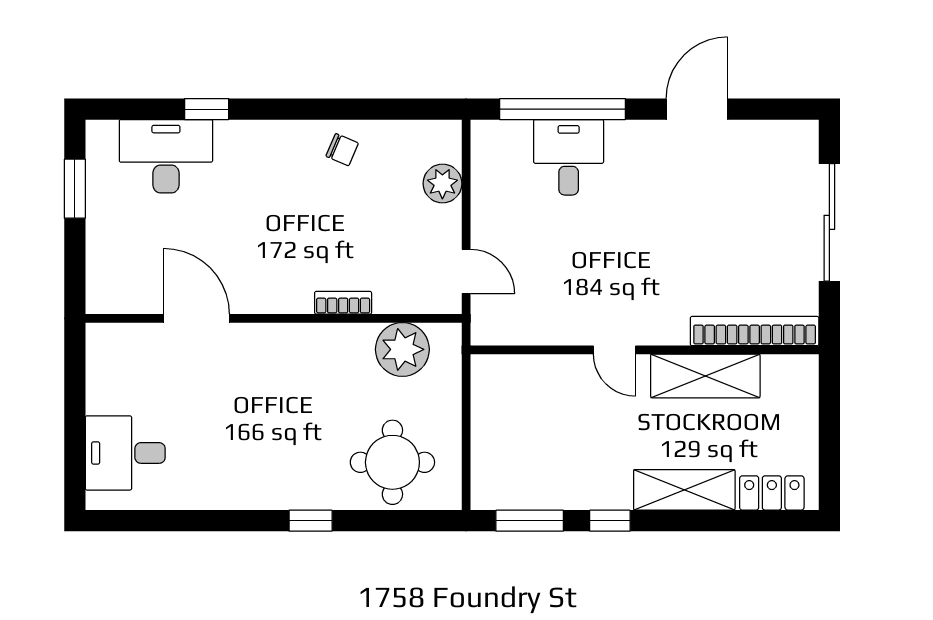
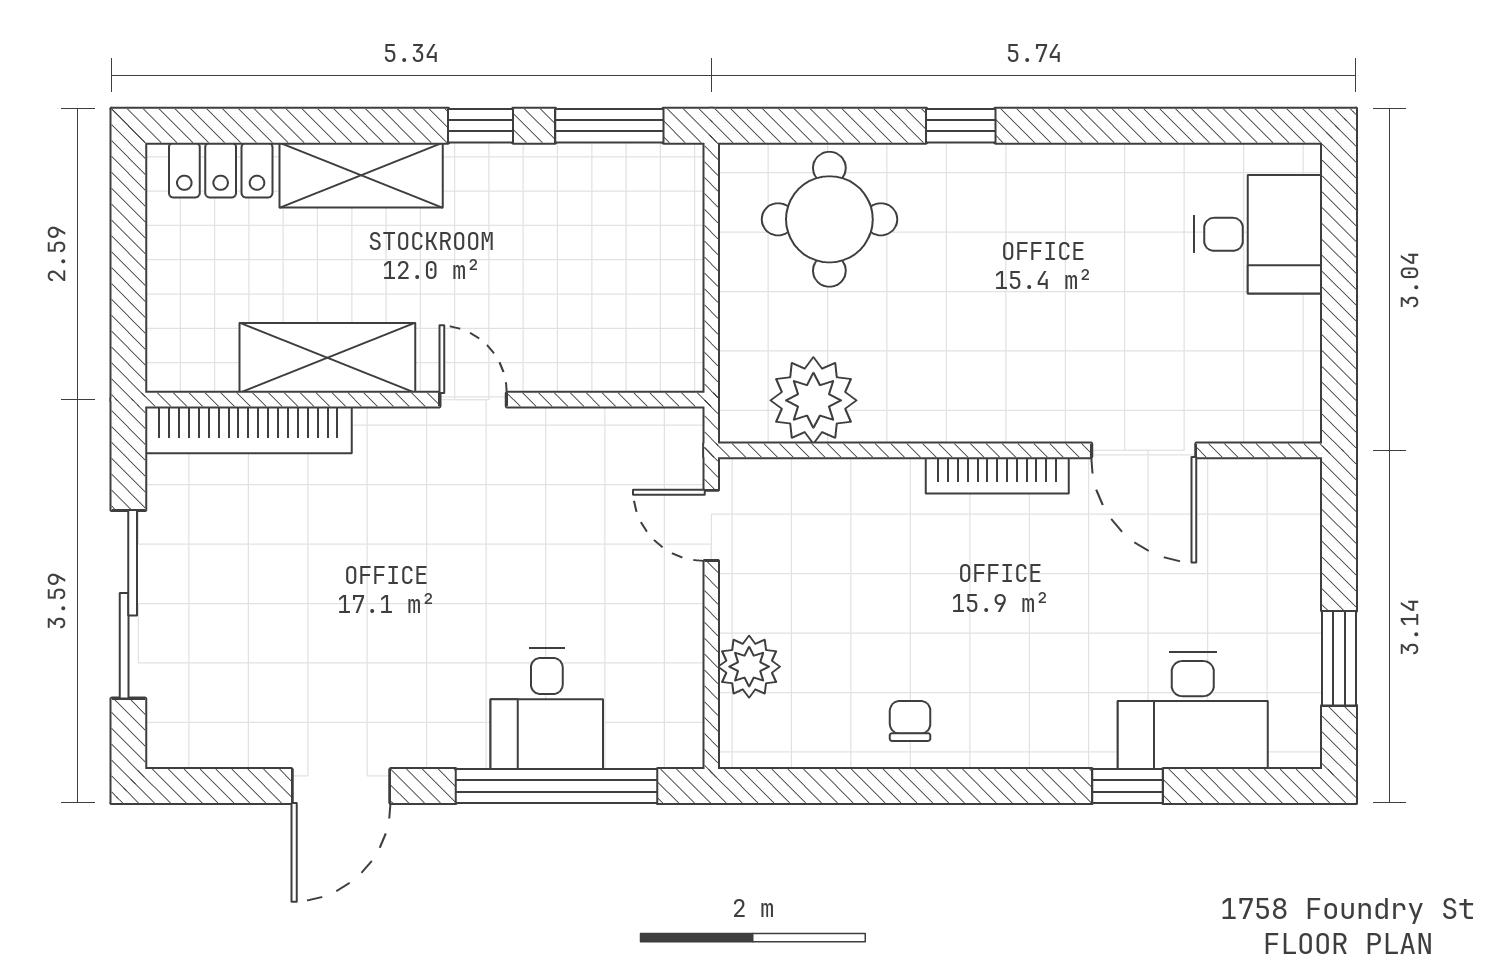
chair: (342, 150) -> (910, 721), turned 67
bookcase: (343, 303) -> (997, 475), moved, width x1.56

